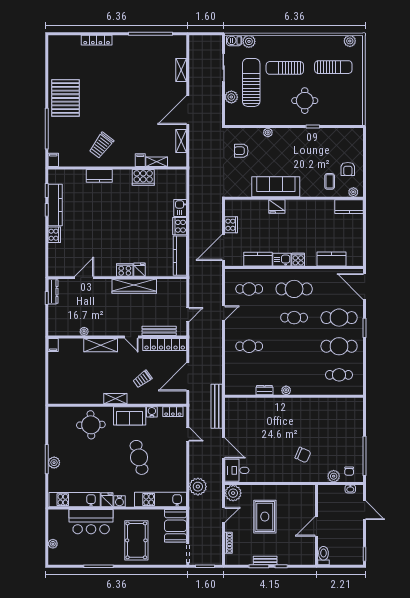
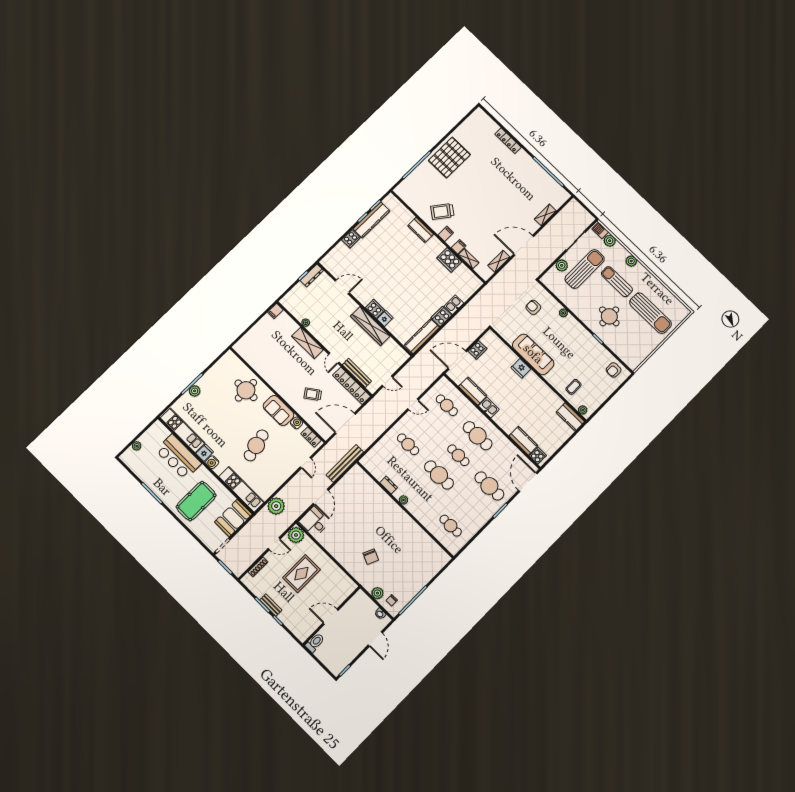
plant: (350, 41) -> (631, 261), moved
sun lounger: (333, 67) -> (651, 313), width x1.36, depth x1.34
filing cabinet: (53, 160) -> (446, 234), moved
armchair: (348, 169) -> (614, 370), moved
cooker: (298, 260) -> (538, 456), moved
cafe table: (339, 346) -> (439, 475), moved
shelving: (115, 399) -> (281, 389), removed

